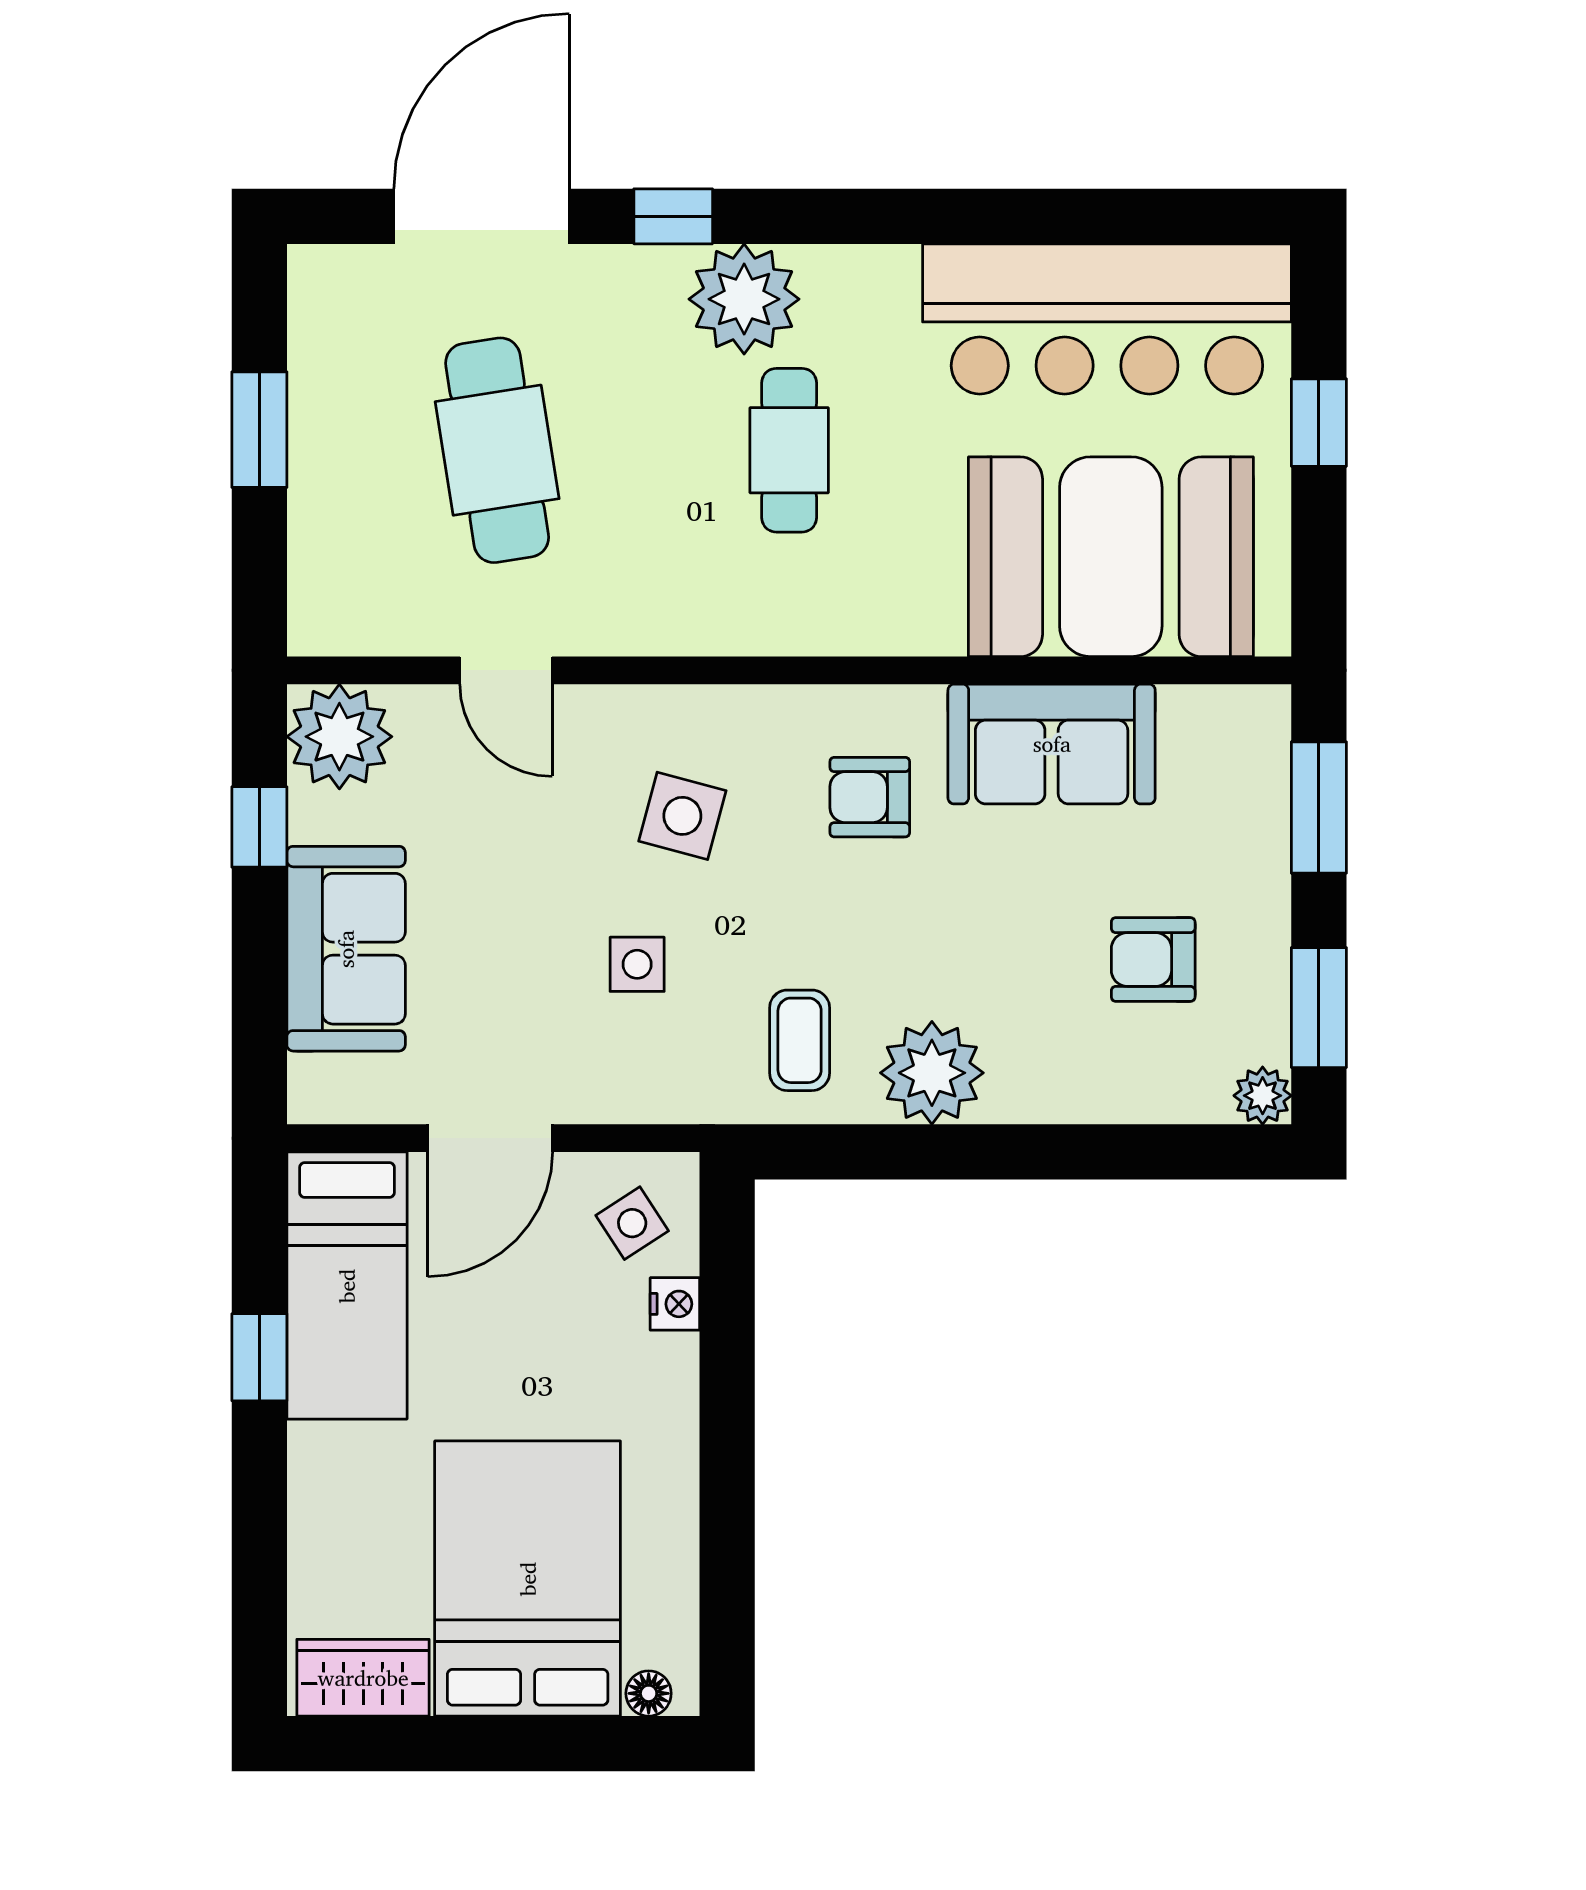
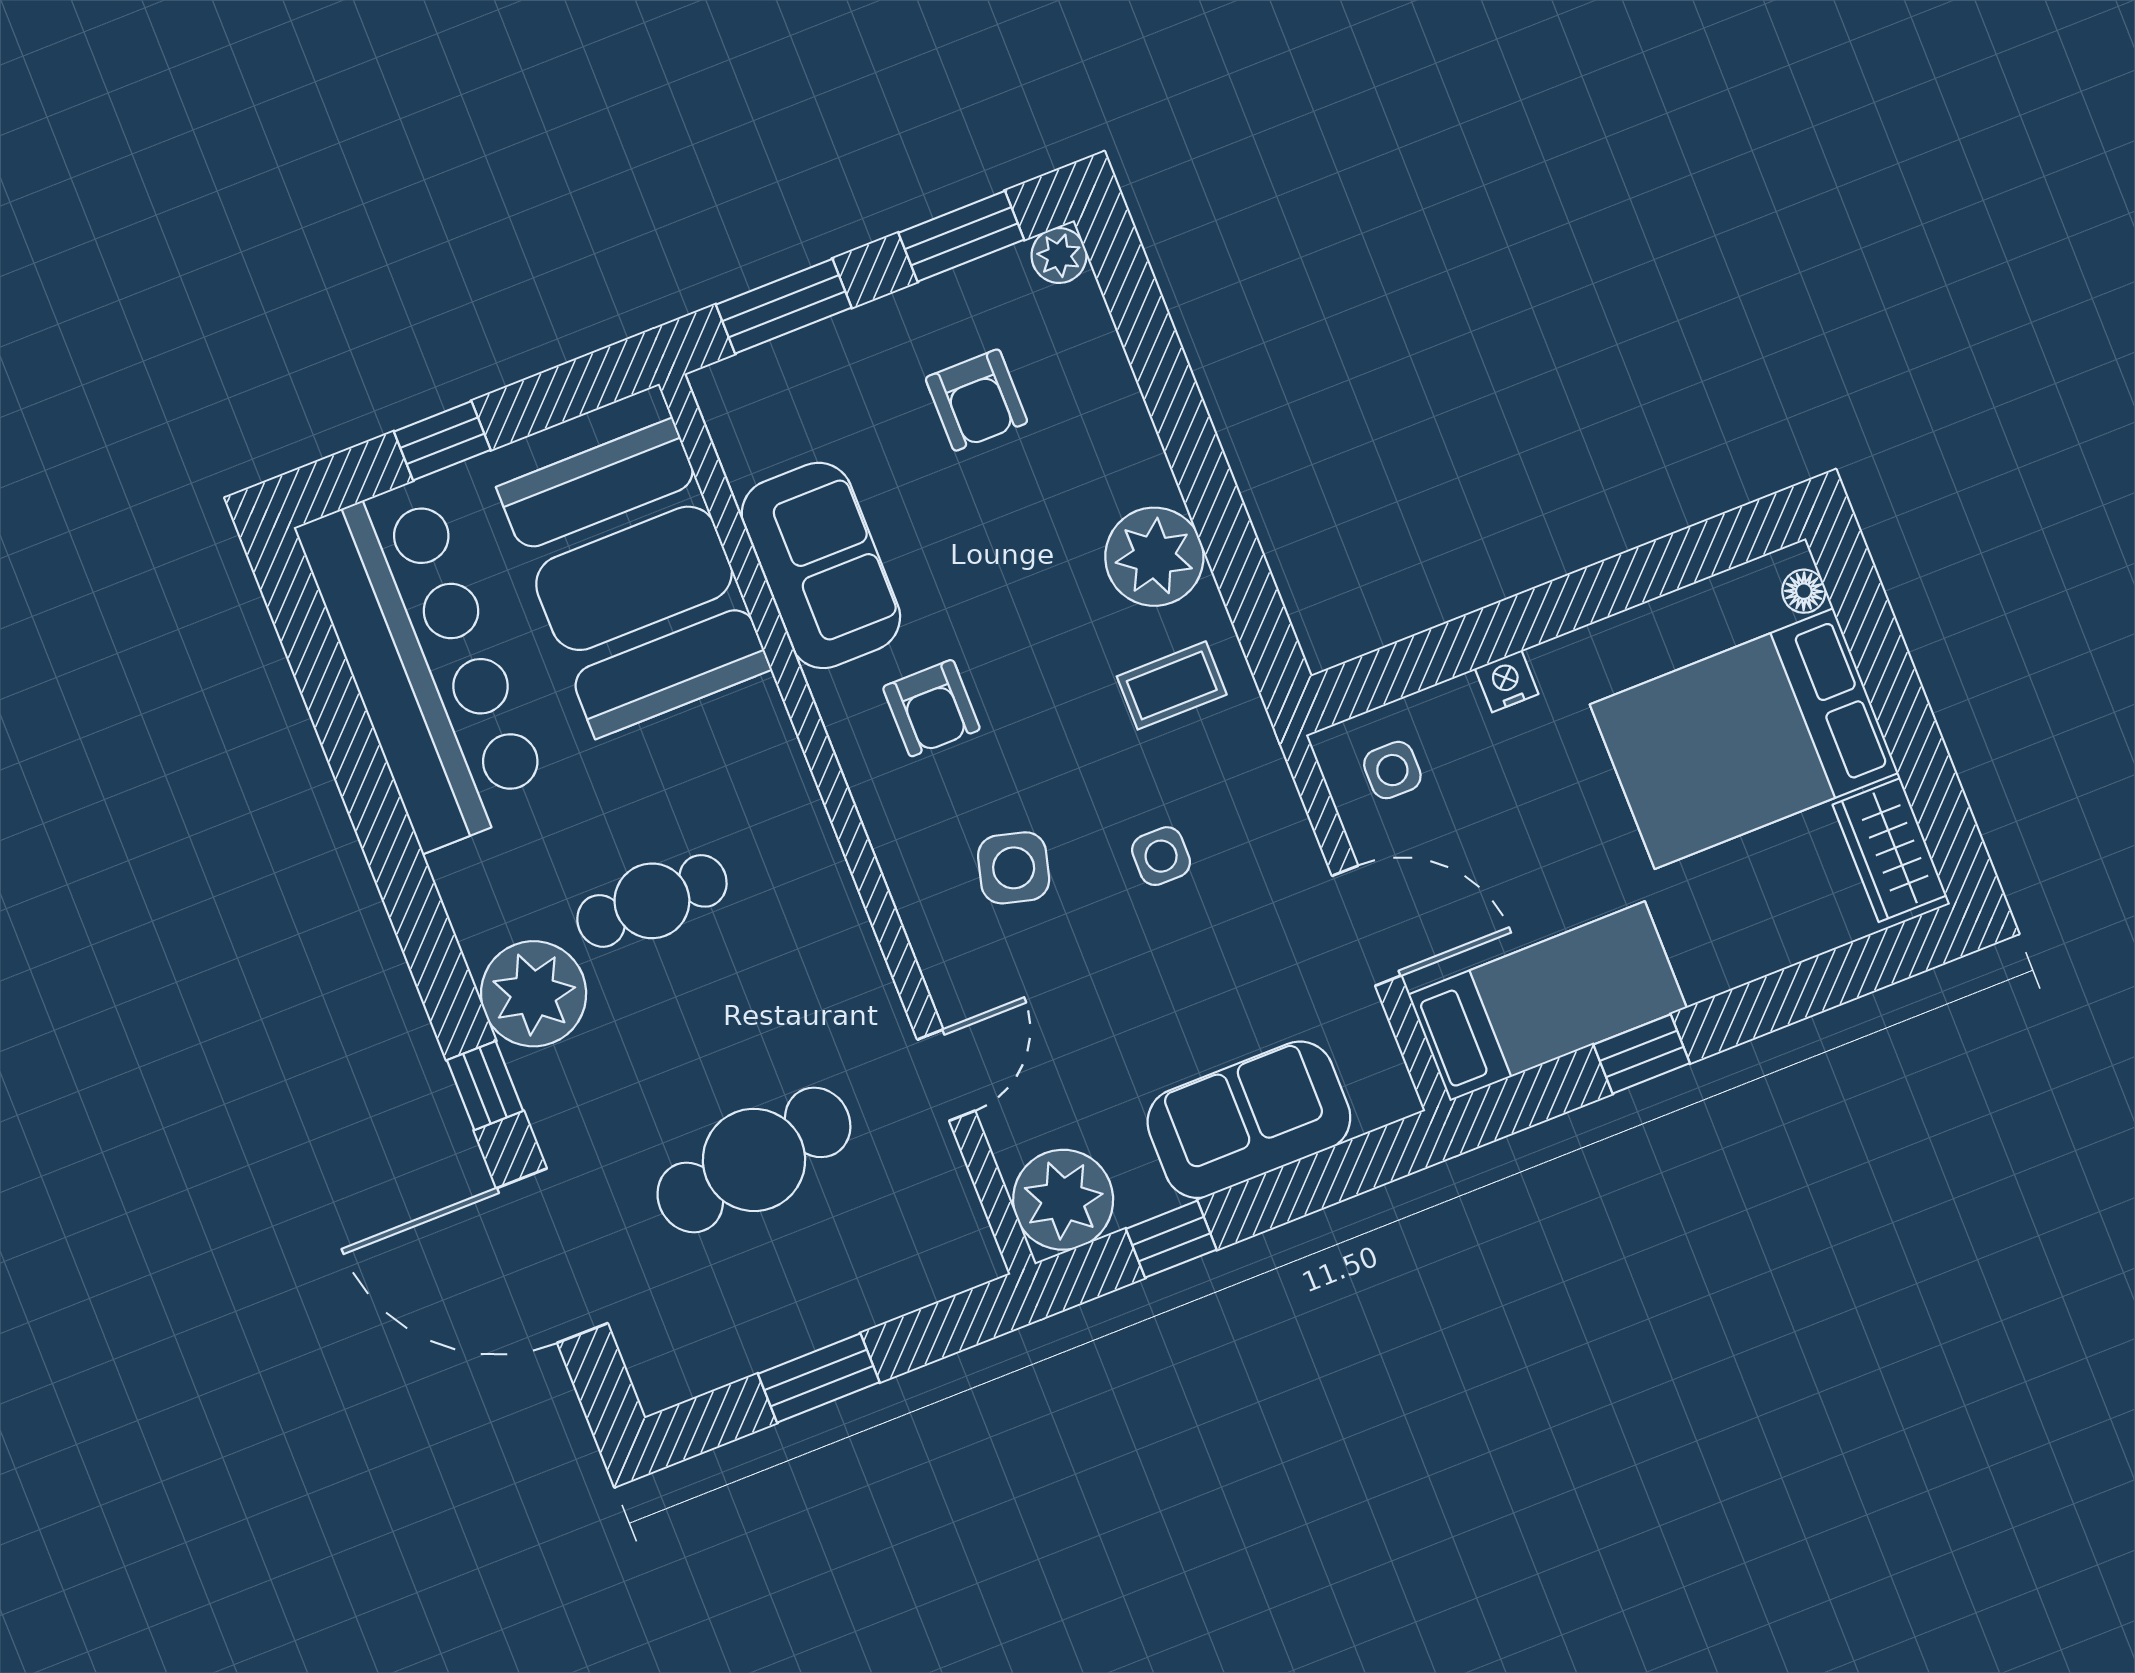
side table: (632, 1223) -> (1392, 770), turned 33
nightstand: (675, 1304) -> (1507, 681), moved

